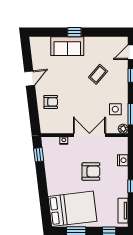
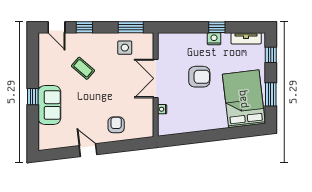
plant: (123, 129) -> (148, 38), removed
window: (39, 155) -> (179, 139), removed
nightstand: (123, 160) -> (214, 39), moved
armchair: (91, 172) -> (199, 77), turned 90

